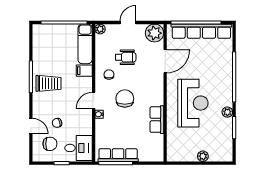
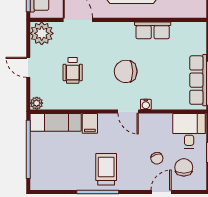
wheelchair: (126, 57) -> (73, 70), turned 180
chair: (109, 75) -> (95, 92), removed

